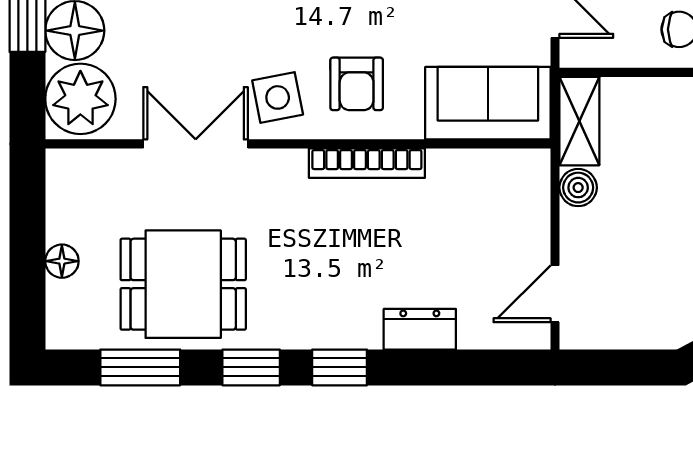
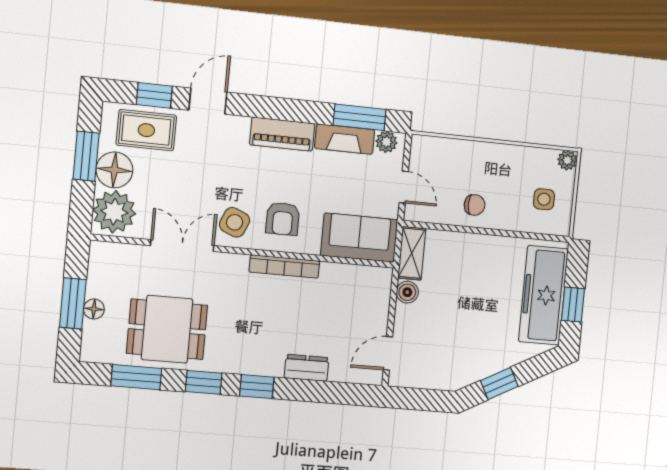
side table: (278, 97) -> (235, 222), turned 34
window: (27, 255) -> (73, 303), added

